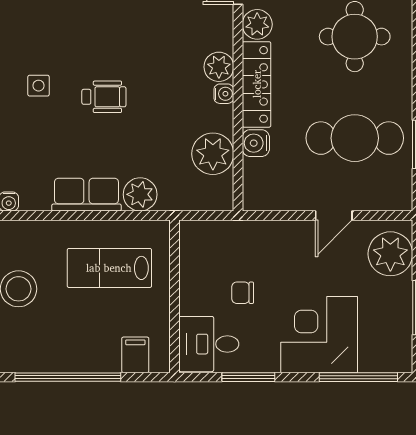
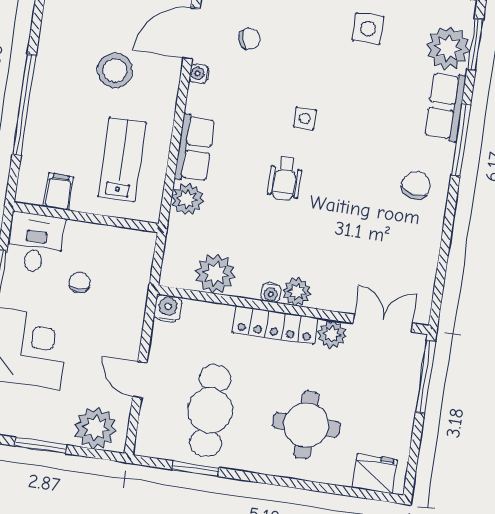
water cooler: (256, 143) -> (168, 308), moved
filing cabinet: (135, 355) -> (59, 192), moved, turned -90

